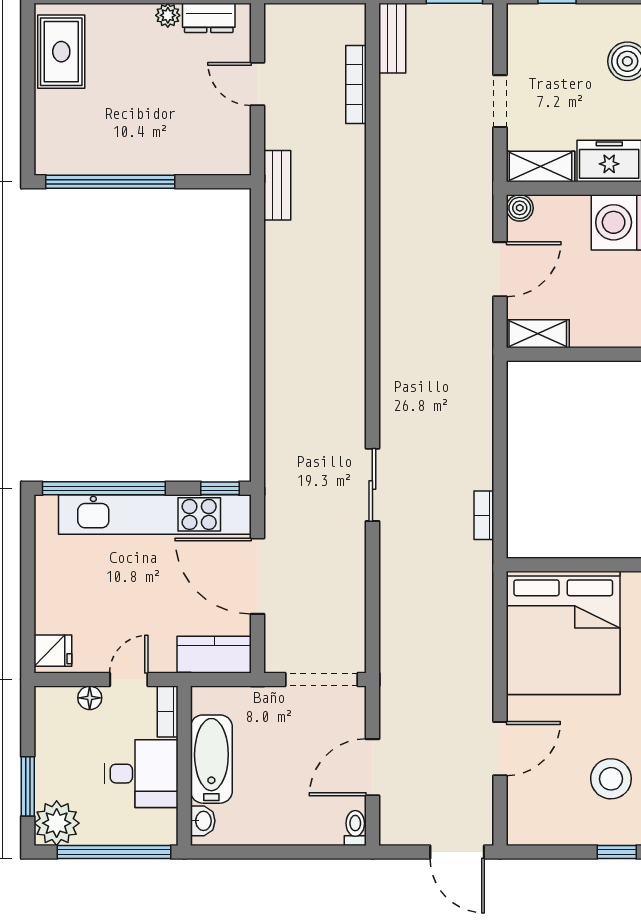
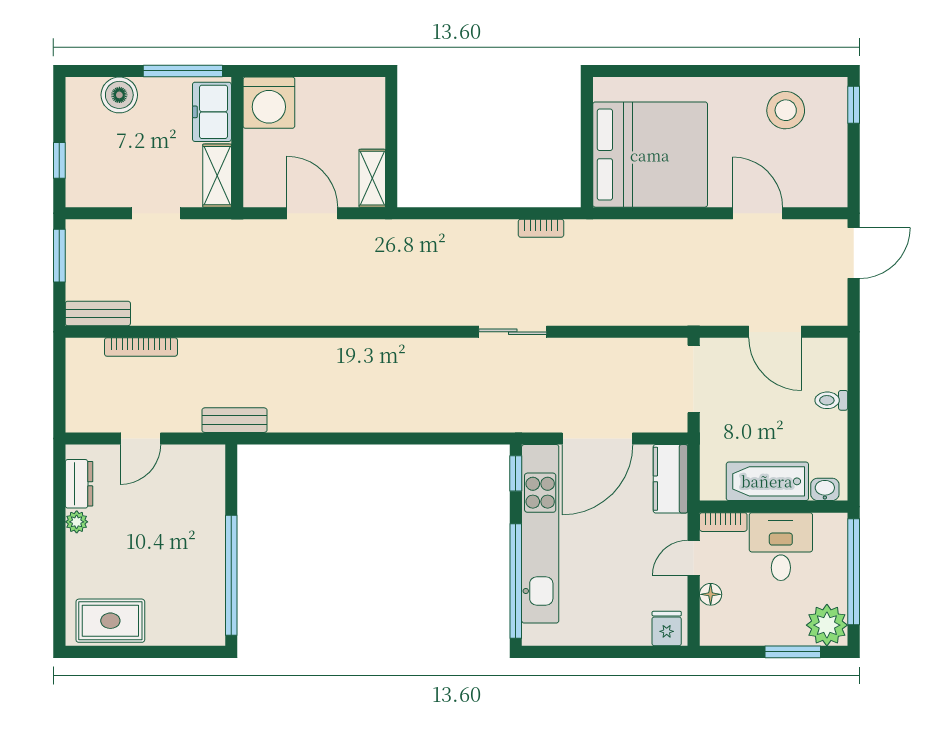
boiler: (520, 208) -> (255, 195), removed
door: (129, 680) -> (694, 558), hinge flipped
toilet: (355, 828) -> (831, 400), moved

